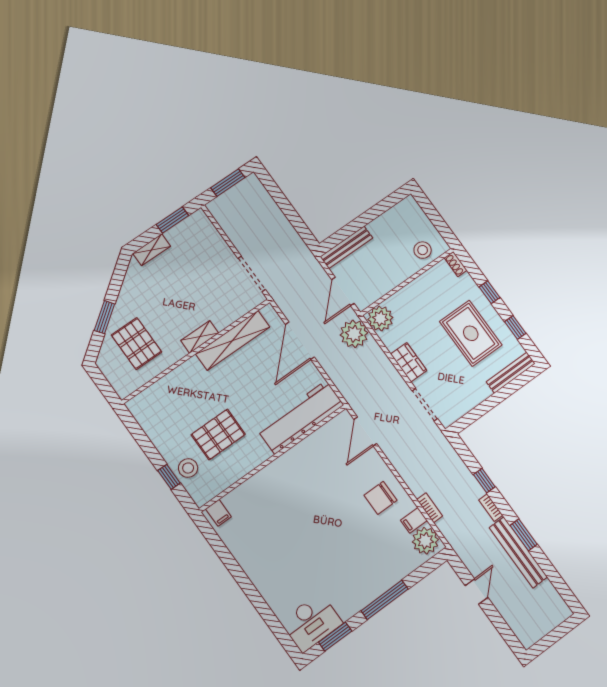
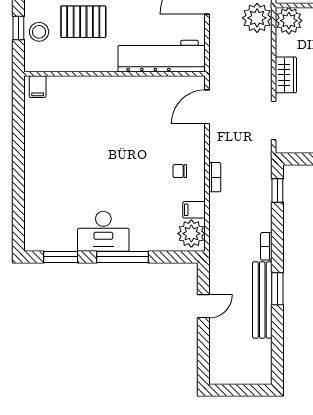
window: (484, 481) -> (277, 191), moved
chair: (381, 498) -> (180, 171), width x0.54, depth x0.54
bookcase: (430, 508) -> (215, 177), moved
desk: (311, 623) -> (103, 231), moved

